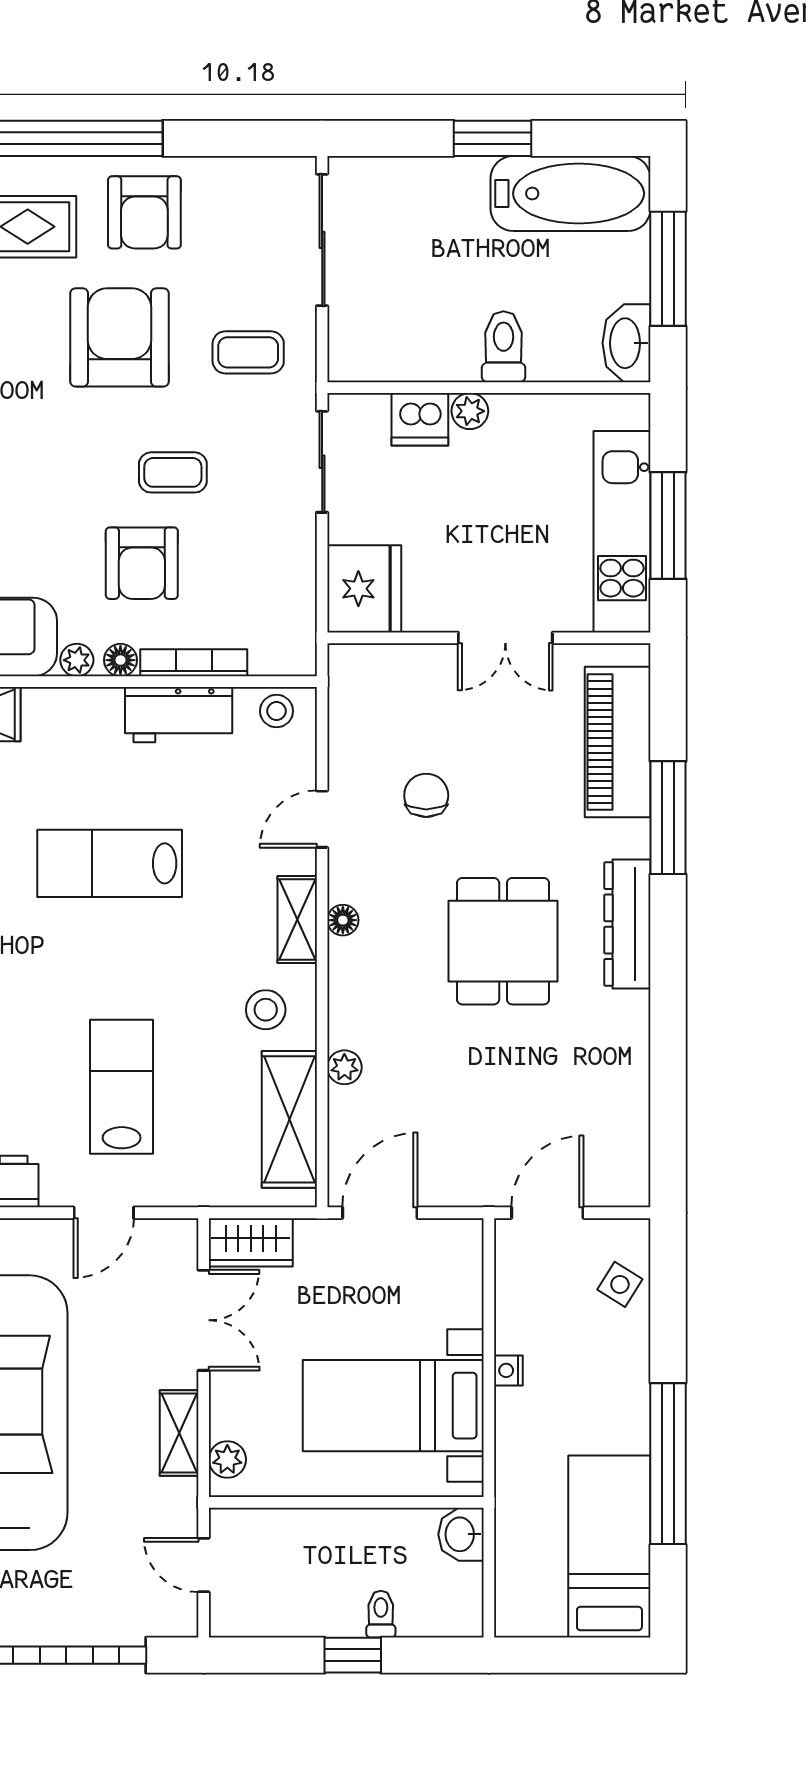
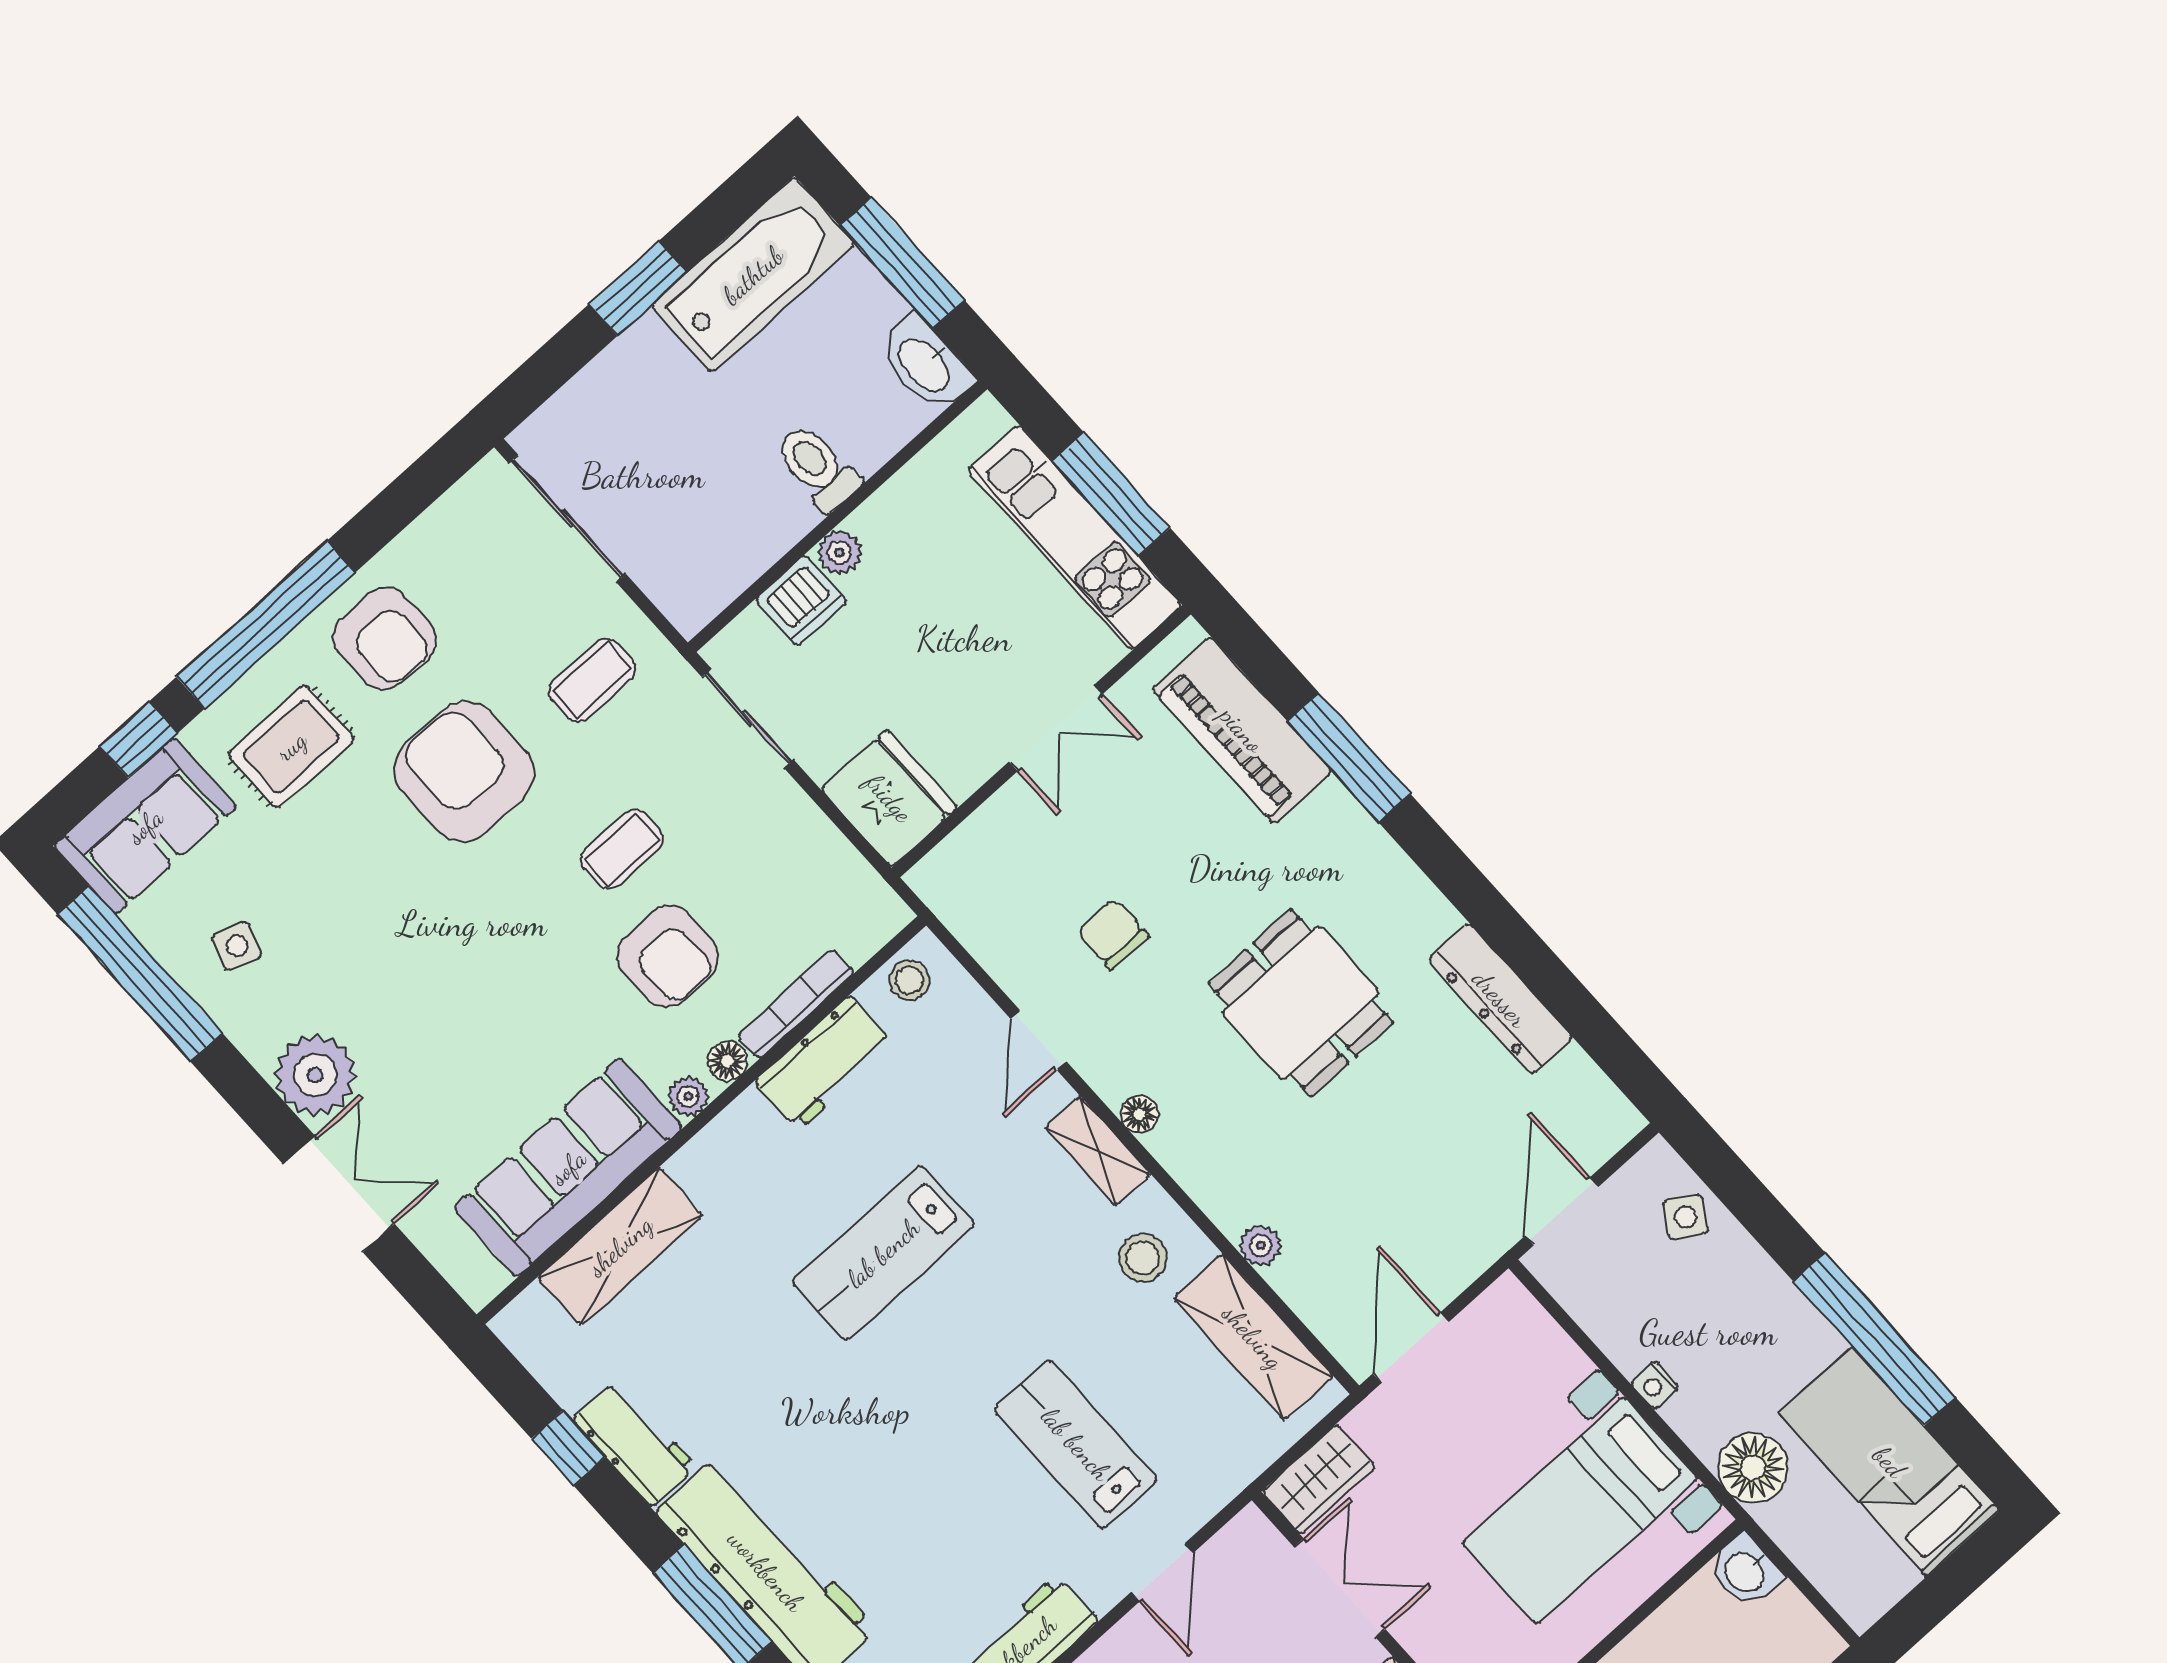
dresser: (627, 924) -> (1500, 999), moved
floor lamp: (523, 1475) -> (1753, 1468), added

